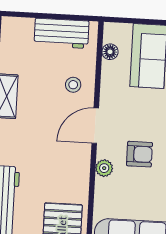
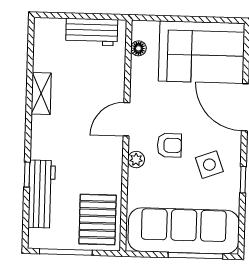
stool: (73, 85) -> (104, 81), removed

